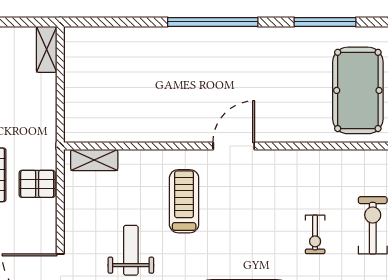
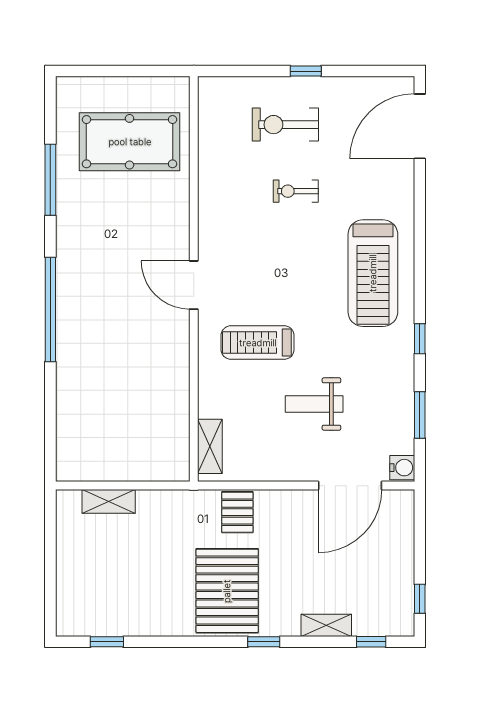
shelving: (47, 49) -> (109, 501), moved
exercise bike: (315, 234) -> (296, 191), turned 180

